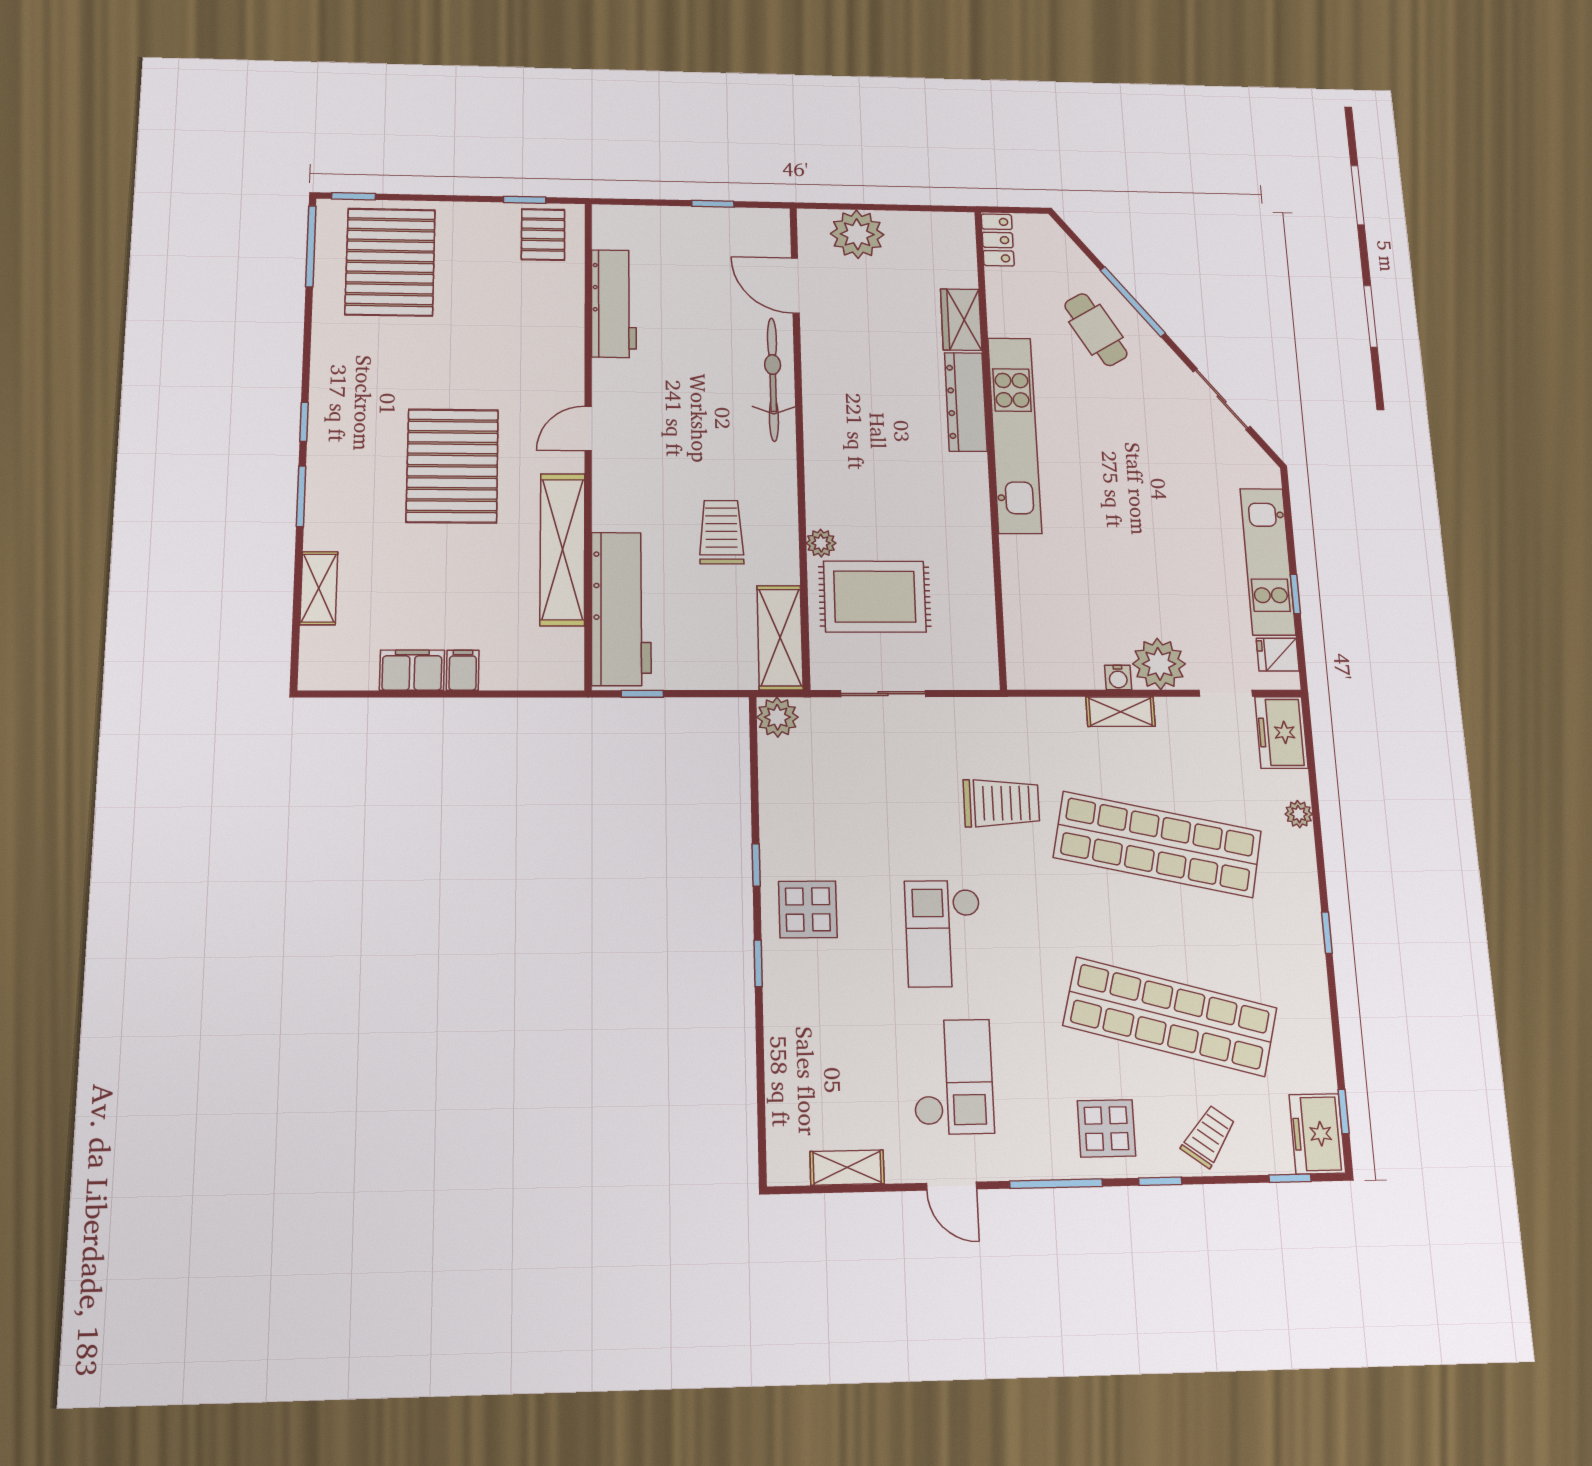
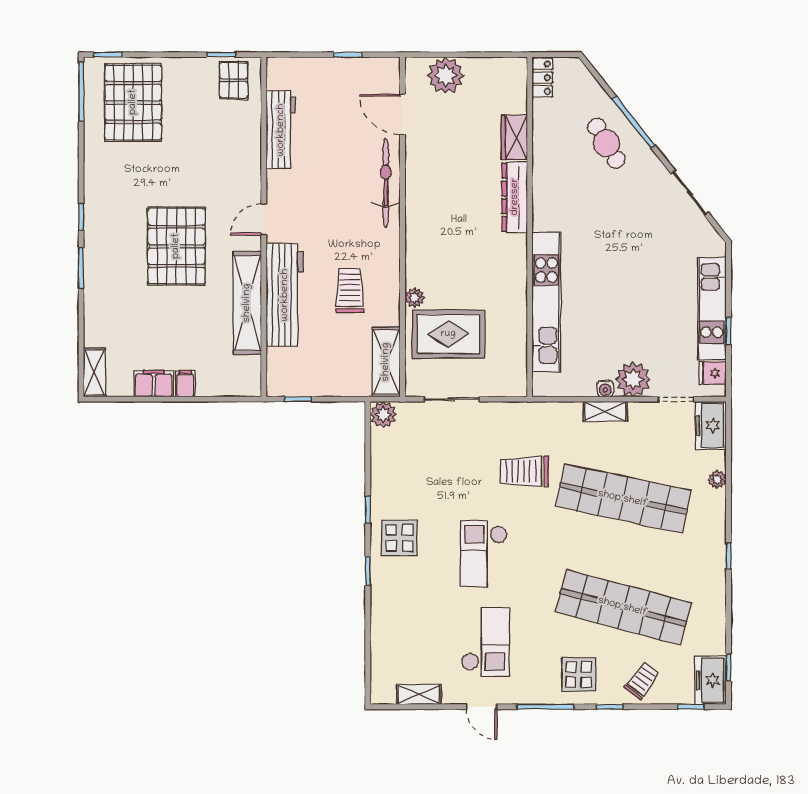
kitchen unit: (1015, 435) -> (546, 302), moved
shelving: (319, 588) -> (94, 373), moved
workbench: (621, 609) -> (285, 295), moved
trolley: (1001, 803) -> (524, 471), turned 180

